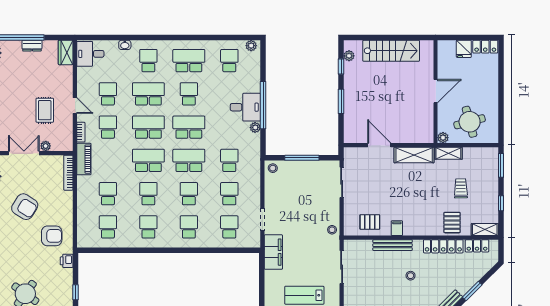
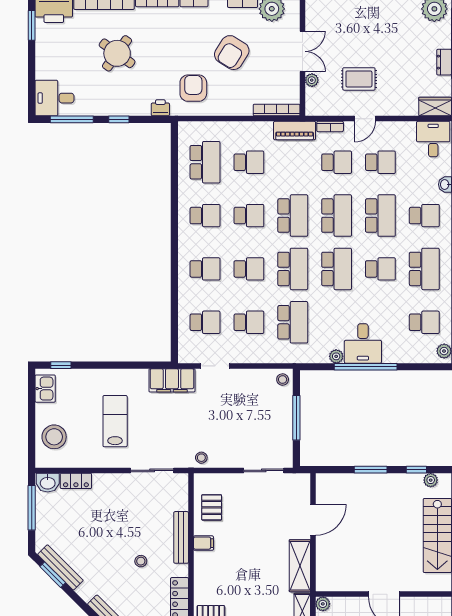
school desk: (229, 160) -> (293, 322), width x1.85
school desk: (108, 227) -> (205, 162), width x1.85
armchair: (52, 236) -> (193, 88), turned 180

